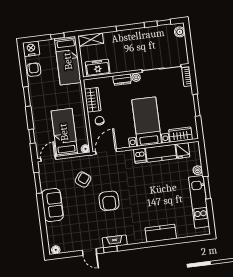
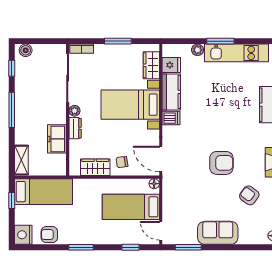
freezer: (98, 68) -> (57, 139), moved
armchair: (83, 180) -> (249, 195), moved

